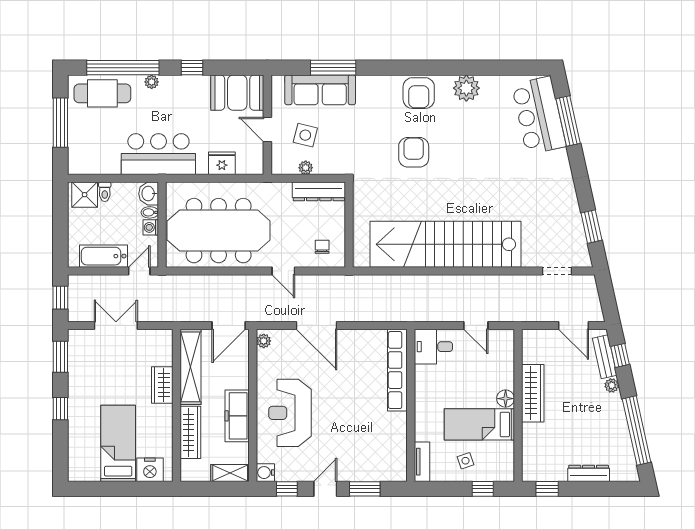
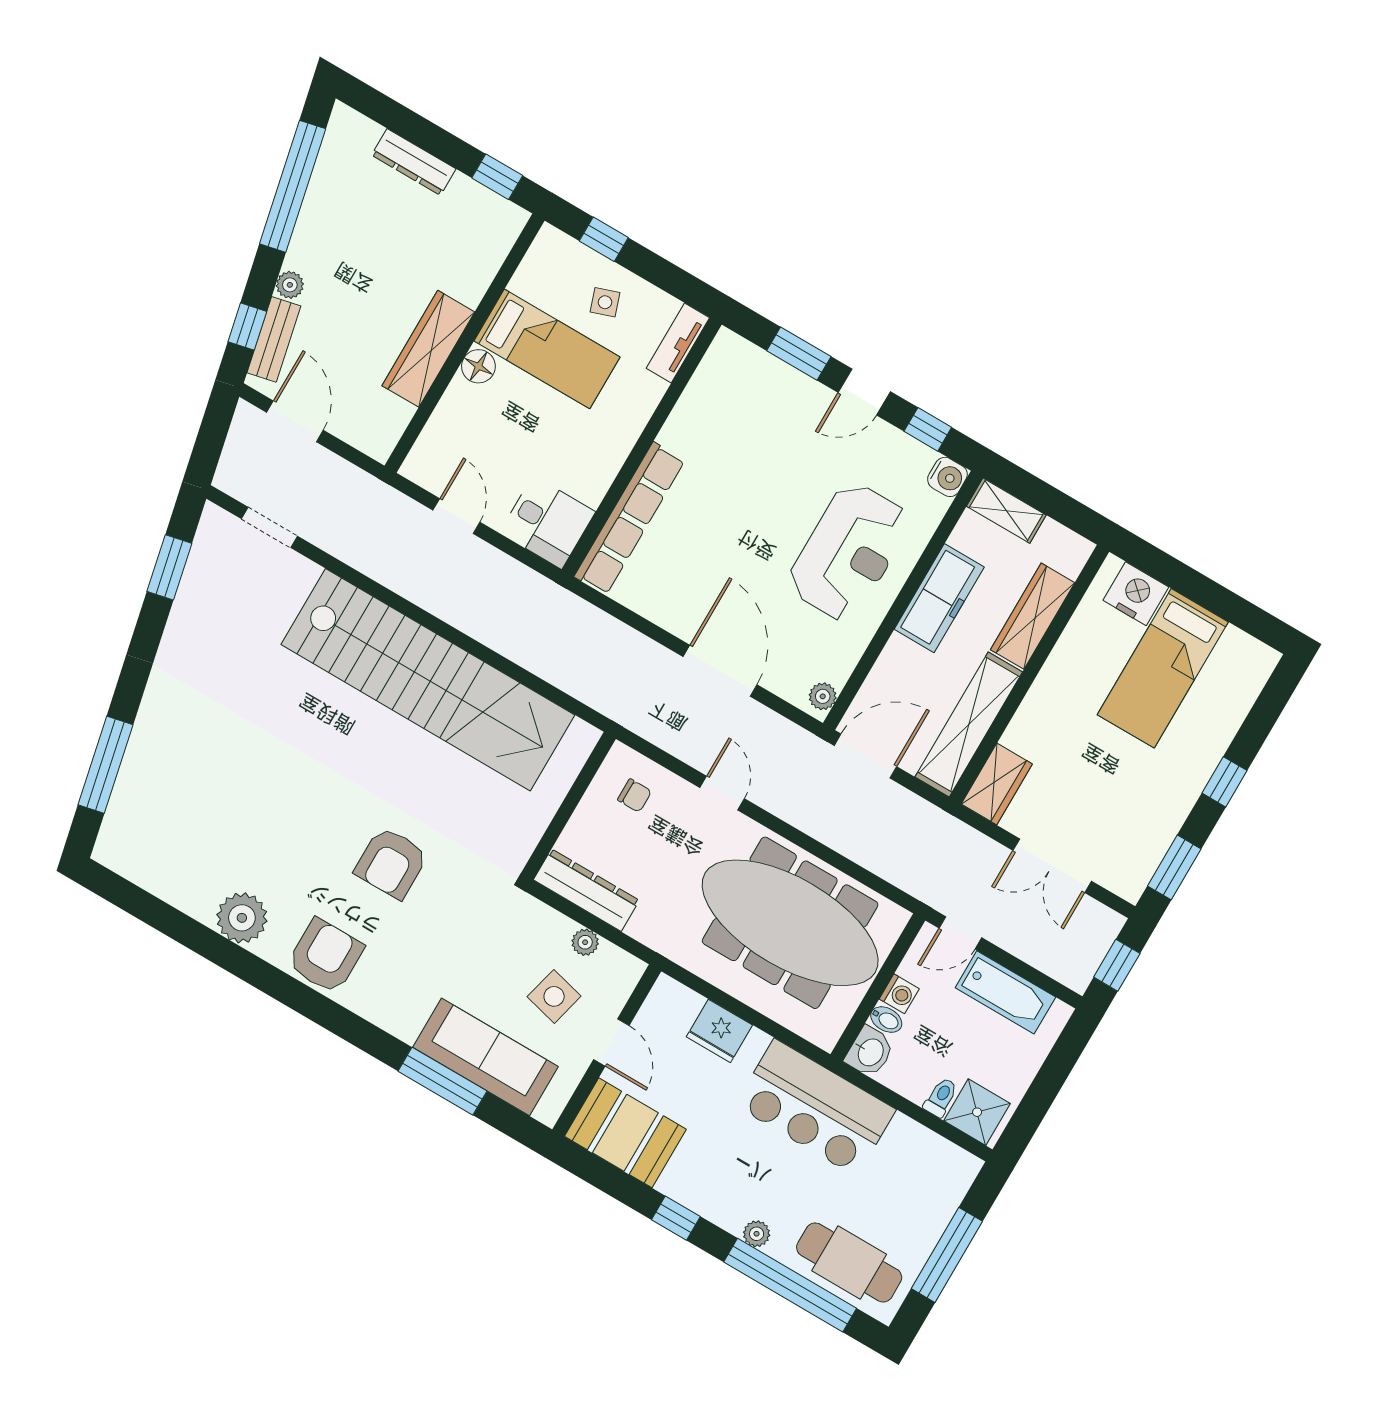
bar counter: (539, 115) -> (149, 802), removed
chair: (322, 247) -> (635, 795), turned -90
wardrobe: (162, 385) -> (997, 784), moved

